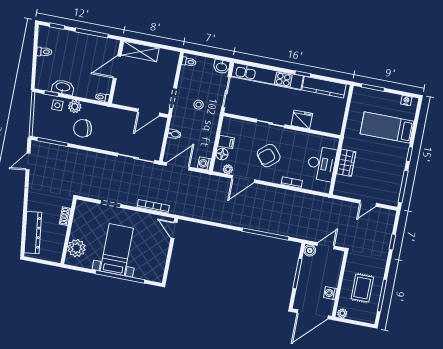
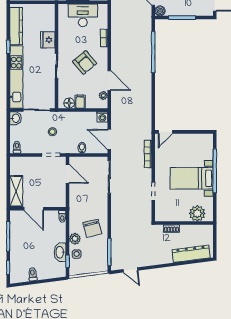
floor lamp: (222, 154) -> (69, 103), moved

